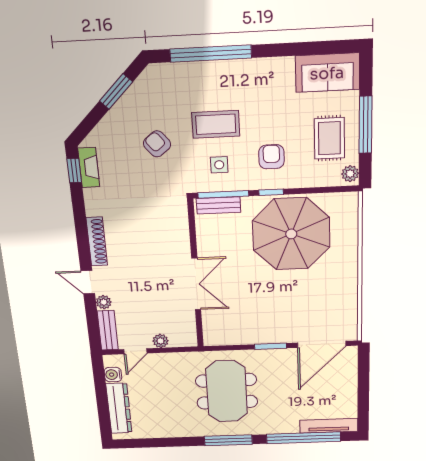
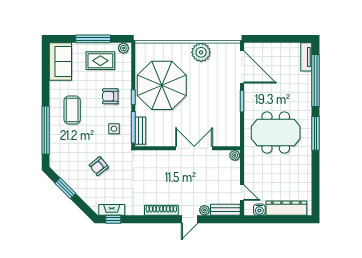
coffee table: (216, 124) -> (72, 110), moved
plant: (344, 288) -> (201, 52), added
plant: (161, 341) -> (235, 155), moved
tv unit: (329, 426) -> (306, 57), width x0.71

